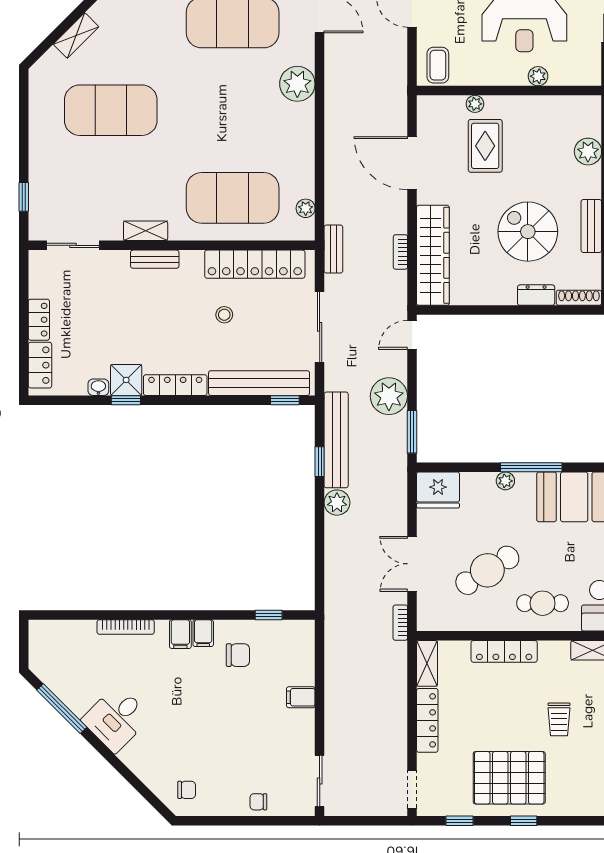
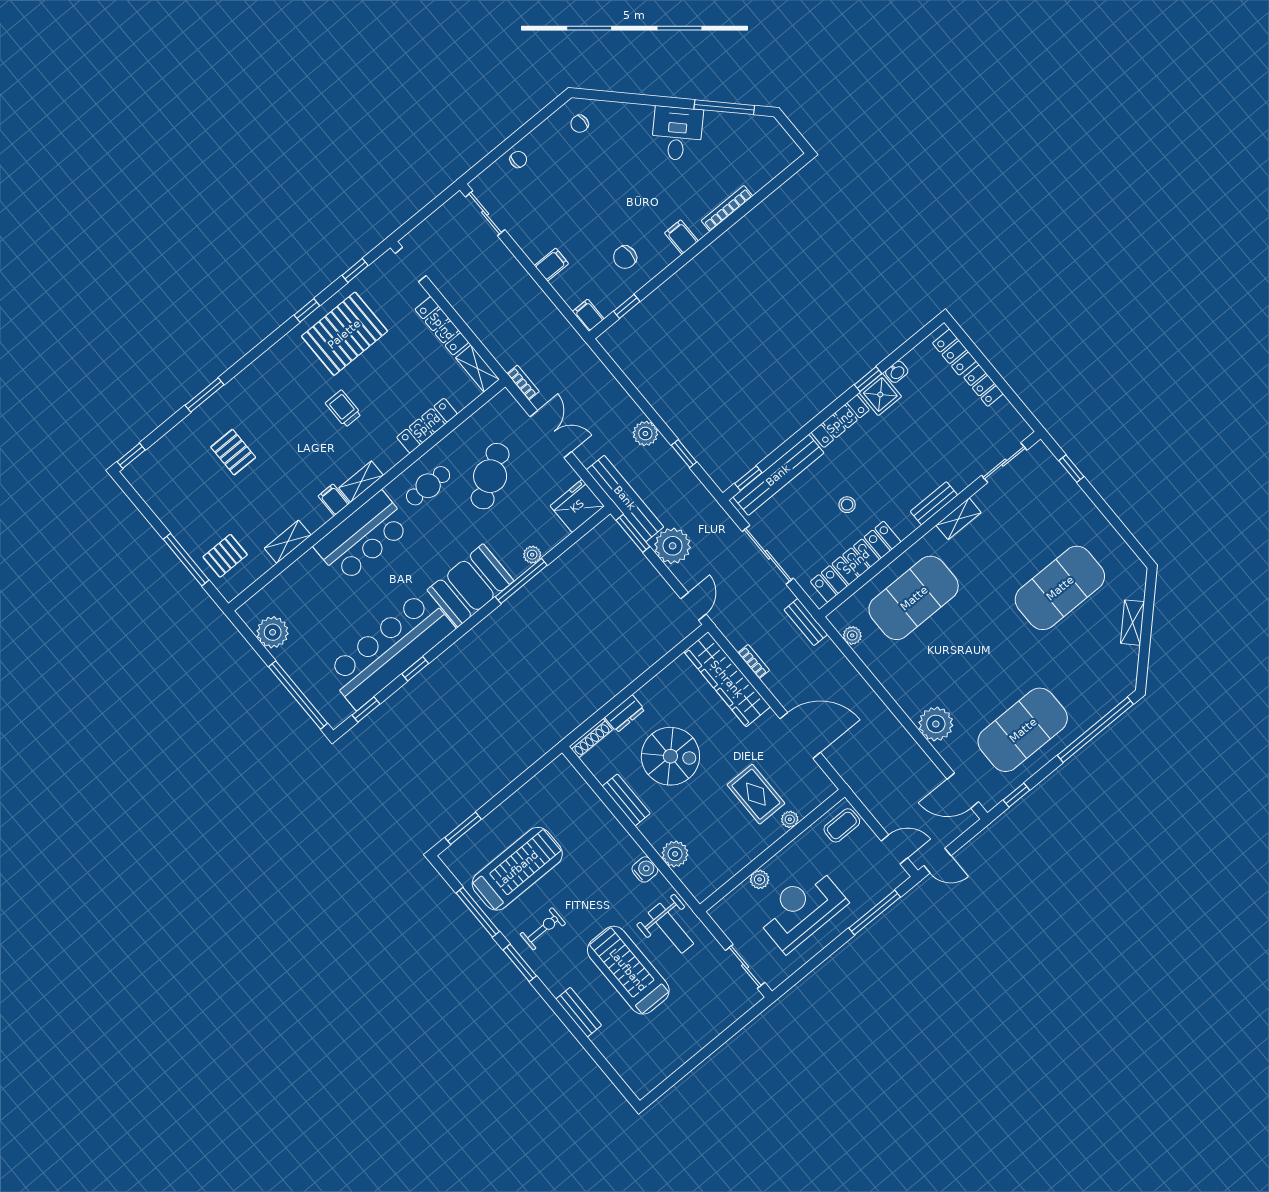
coffee table: (438, 65) -> (842, 825), turned 90
bench: (336, 440) -> (625, 498), moved
filing cabinet: (203, 633) -> (588, 315), moved

